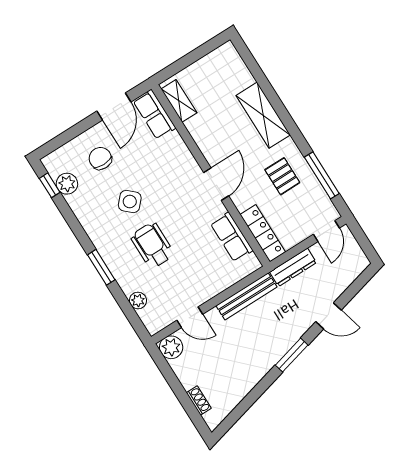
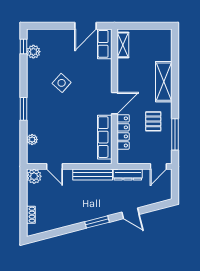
chair: (100, 158) -> (60, 49), removed
locker: (263, 233) -> (123, 132), moved
row of seats: (232, 237) -> (105, 137), width x1.48
wheelchair: (152, 245) -> (59, 114), removed

